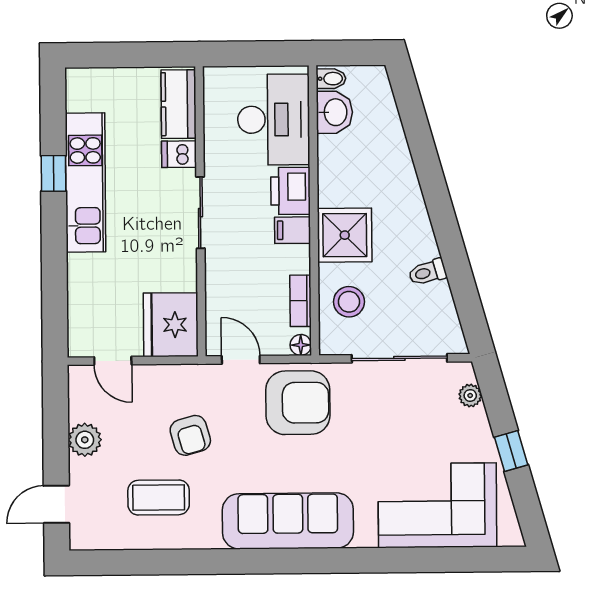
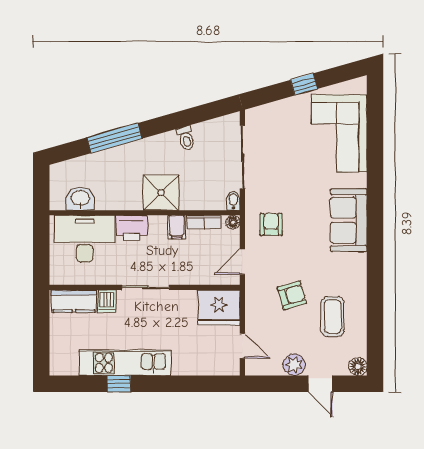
bidet: (331, 79) -> (233, 201), moved
window: (427, 163) -> (114, 138), added
filing cabinet: (293, 230) -> (177, 227), moved
stool: (349, 302) -> (205, 190), removed
door: (113, 361) -> (242, 346), hinge flipped
plant: (470, 395) -> (267, 111), removed
armchair: (298, 403) -> (271, 224), width x0.53, depth x0.53
door: (56, 504) -> (320, 384), moved
sofa: (288, 521) -> (349, 220), width x0.73
floor lamp: (83, 537) -> (358, 367), added

